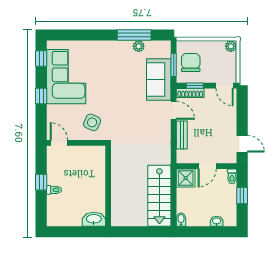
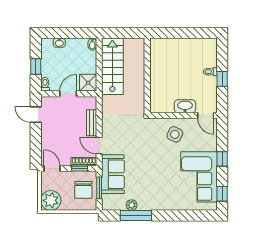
plant: (231, 46) -> (51, 200), width x1.87, depth x1.87
wall: (108, 186) -> (147, 75), moved
washbasin: (94, 219) -> (185, 106), moved, turned 180

